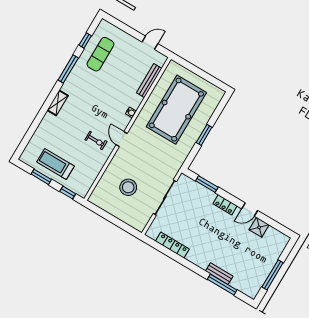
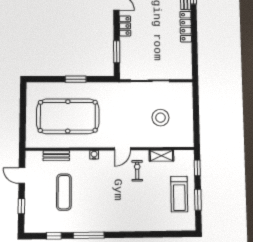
window: (125, 28) -> (21, 206), added
exercise mat: (100, 54) -> (64, 192), moved, turned 90
bench: (149, 81) -> (56, 156), width x0.73
shelving: (58, 103) -> (161, 156), moved
locker: (172, 245) -> (186, 27), moved

